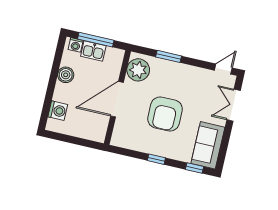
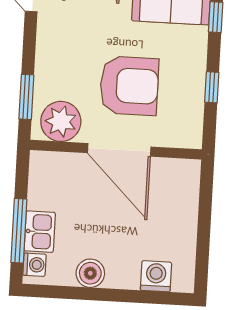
plant: (138, 70) -> (61, 121), moved
wall: (117, 97) -> (116, 150), moved
door: (117, 99) -> (119, 150), moved

